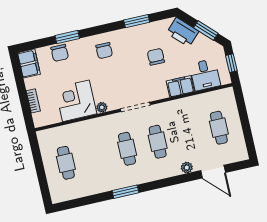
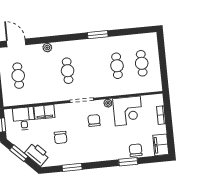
chair: (104, 51) -> (94, 121), moved
cafe table: (127, 149) -> (117, 66), moved
door: (213, 172) -> (16, 43), moved

